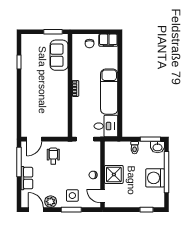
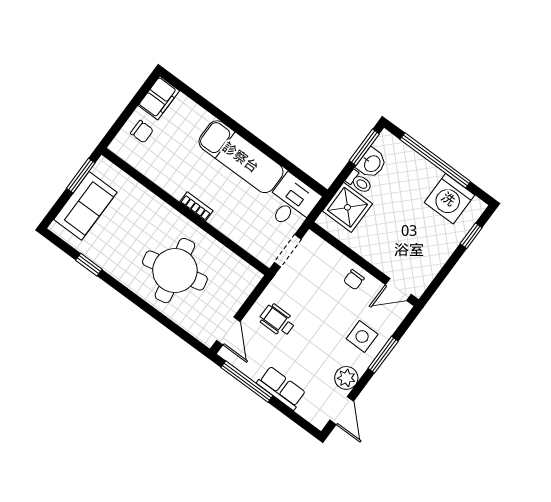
sofa: (59, 55) -> (85, 206), moved, turned -90
round table: (43, 99) -> (175, 271), added
washbasin: (158, 147) -> (372, 163), moved
shower: (114, 174) -> (347, 207), moved
washing machine: (155, 178) -> (449, 199), moved
door: (36, 210) -> (342, 411), swing flipped

